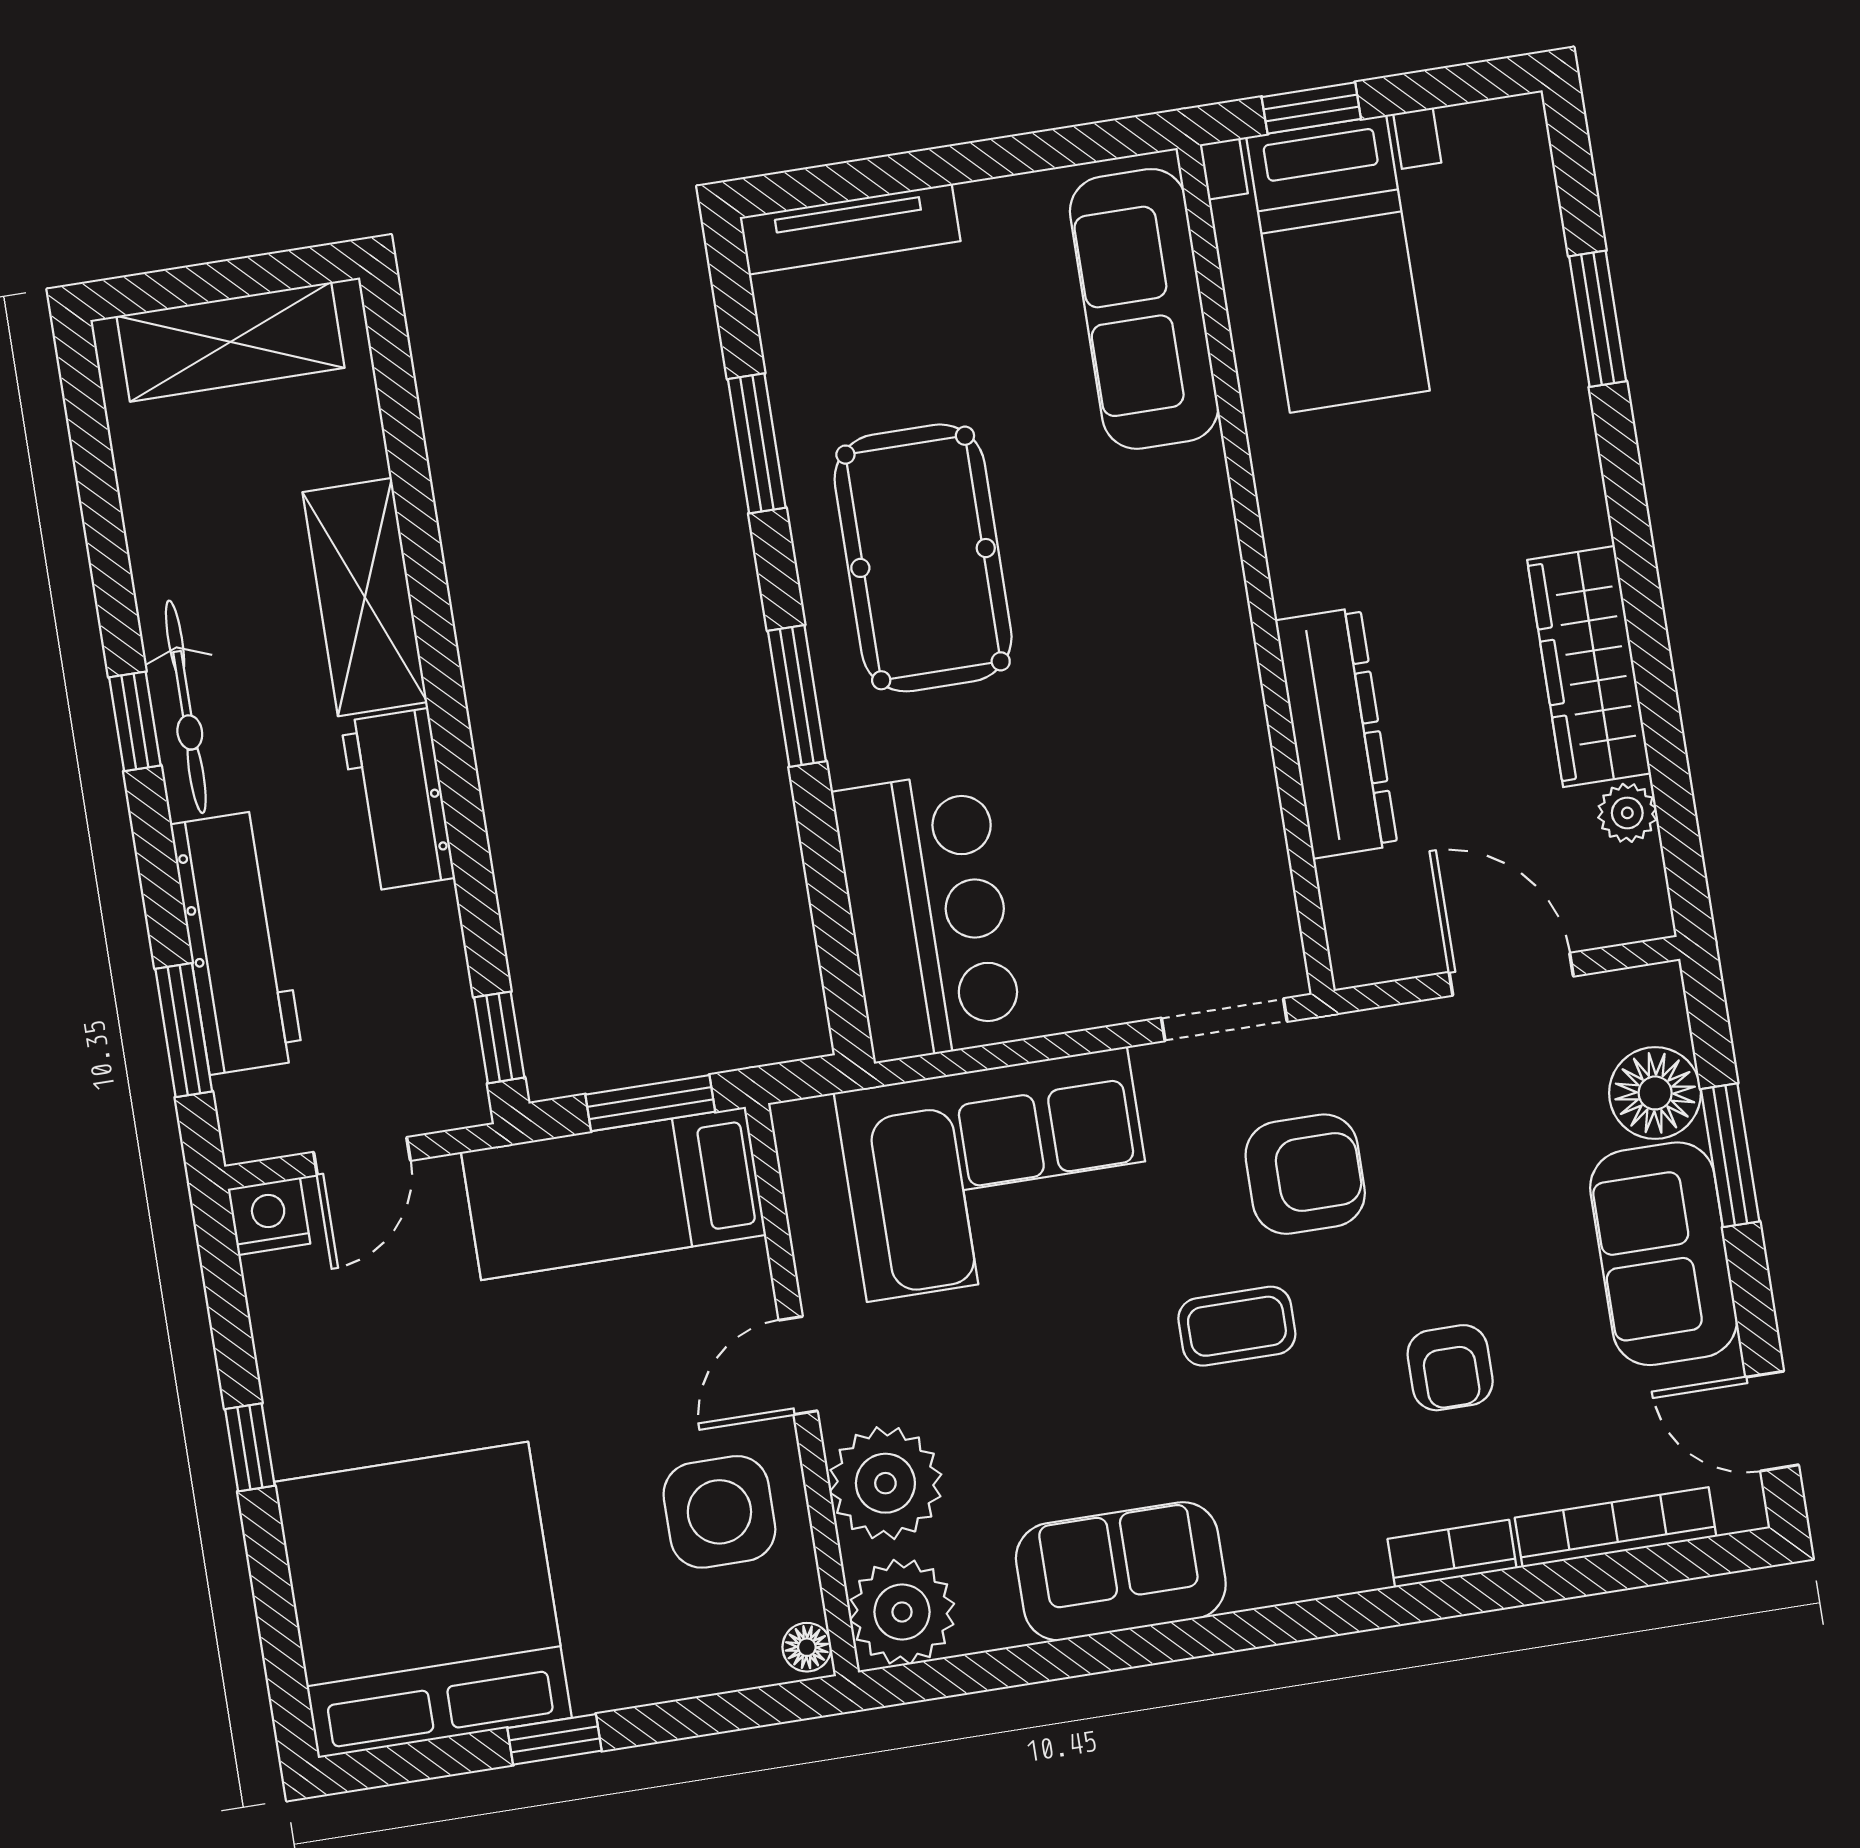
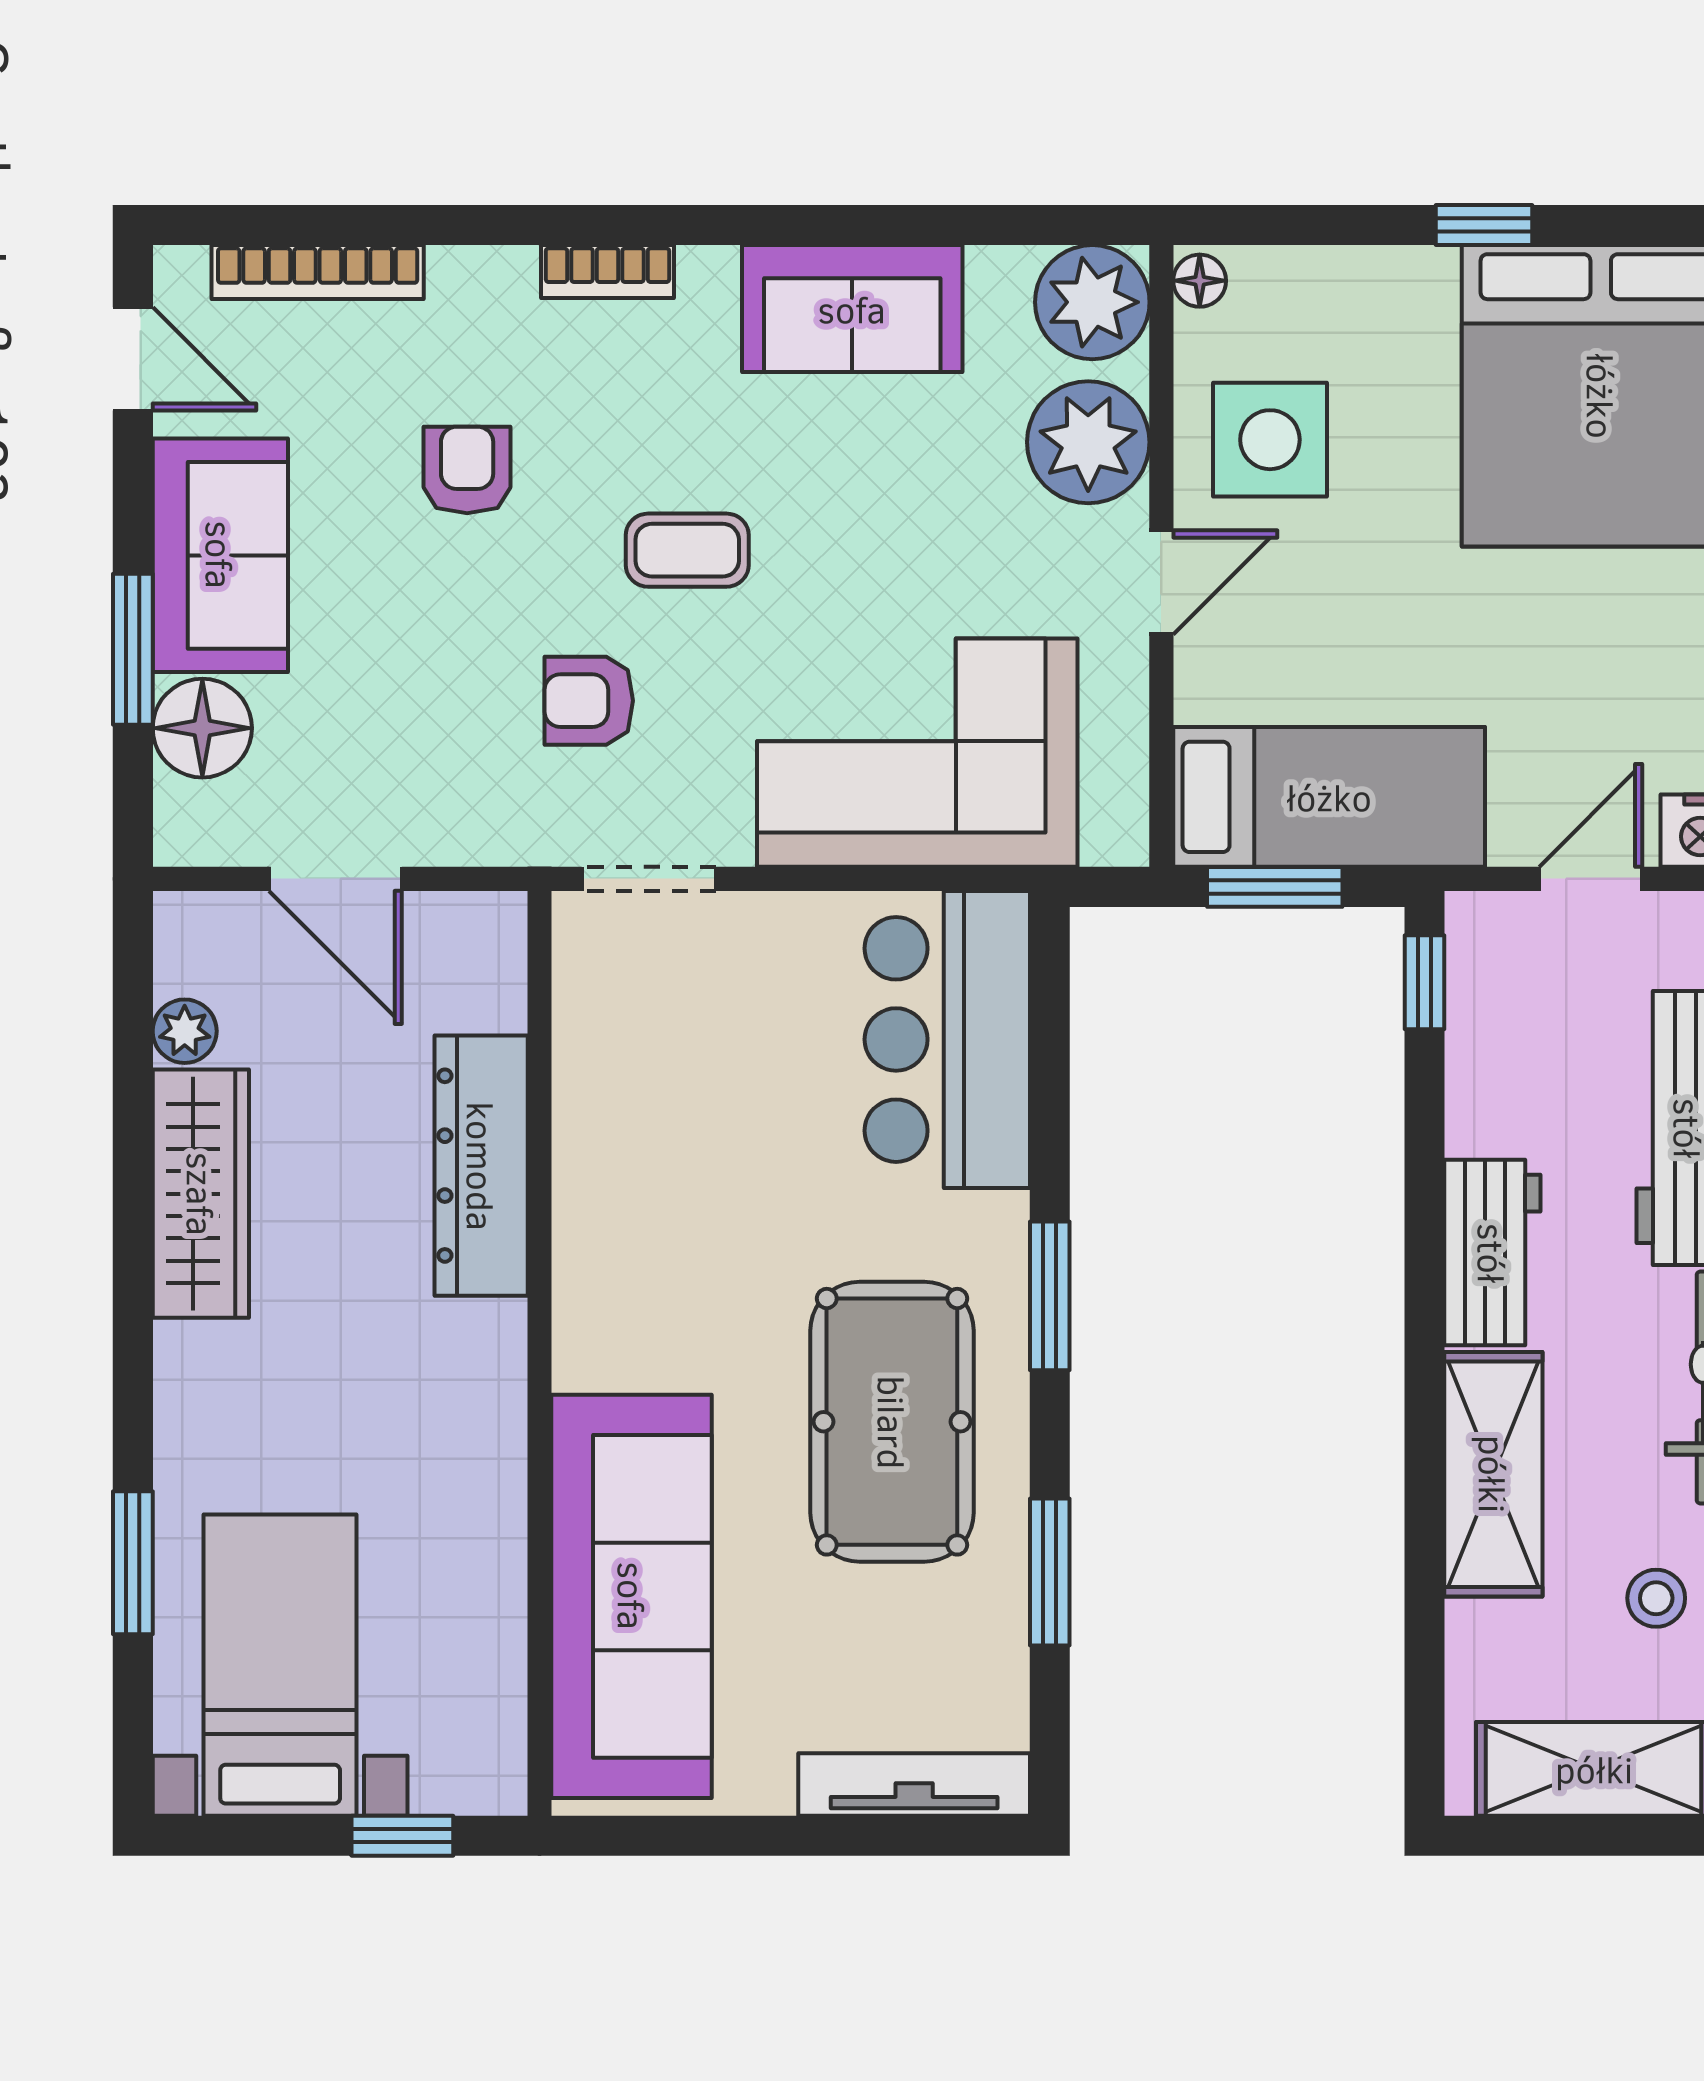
bed with nightstands: (1338, 264) -> (280, 1665), moved
sofa: (1144, 309) -> (632, 1596), width x1.36, depth x1.27
stool: (198, 507) -> (1656, 1598), added
armchair: (1305, 1174) -> (589, 701), width x0.72, depth x0.72
bookcase: (1452, 1554) -> (607, 272), moved

